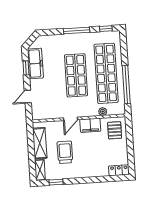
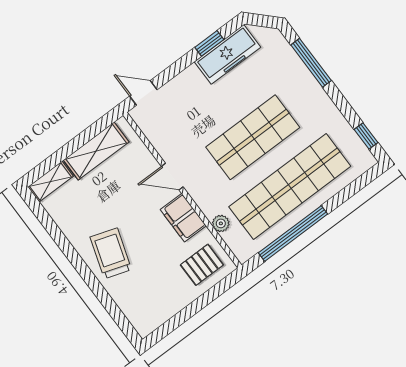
window: (77, 31) -> (311, 63), moved
door: (28, 97) -> (143, 93), moved
trolley: (65, 152) -> (111, 253), moved, turned -72
locker: (119, 170) -> (138, 317), removed
window: (56, 182) -> (48, 223), removed

